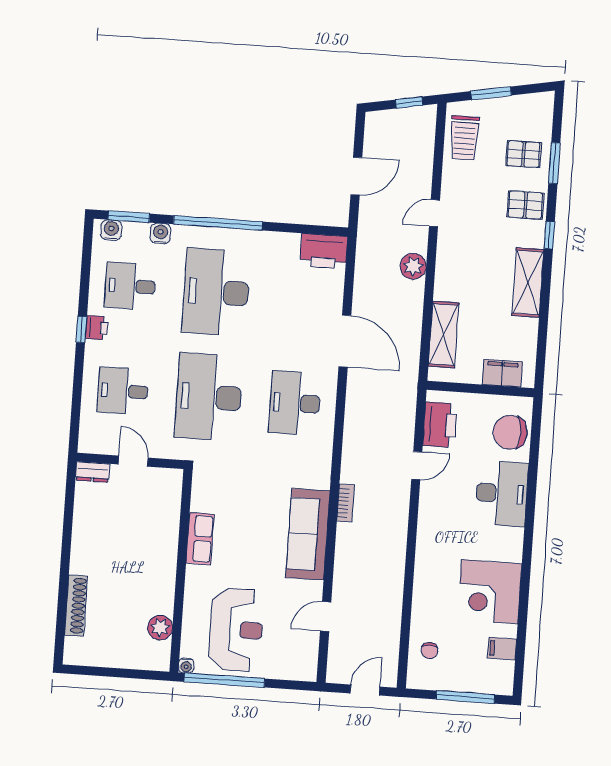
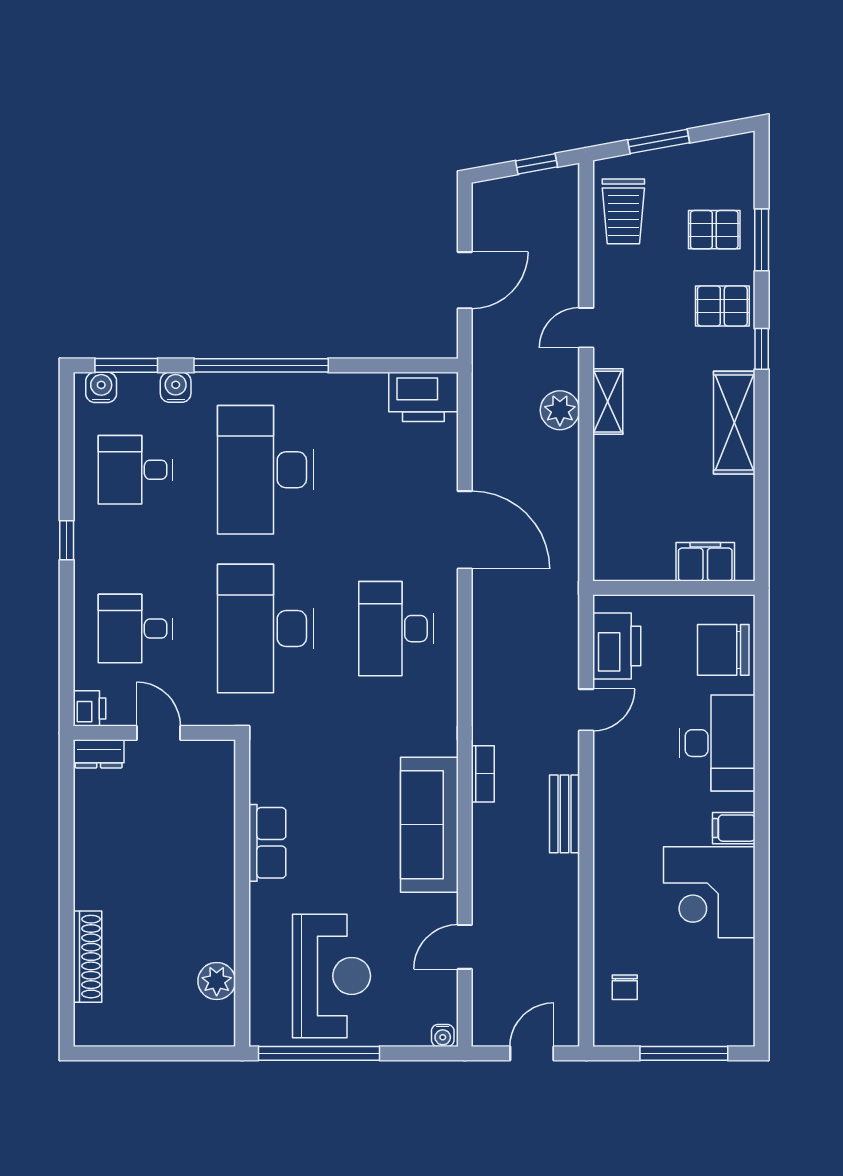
printer: (97, 328) -> (90, 708), moved
shelving: (444, 335) -> (608, 402), moved, width x0.67, depth x0.75
bench: (398, 533) -> (565, 814), added
filing cabinet: (502, 649) -> (734, 828), moved
water cooler: (186, 666) -> (443, 1035), moved

